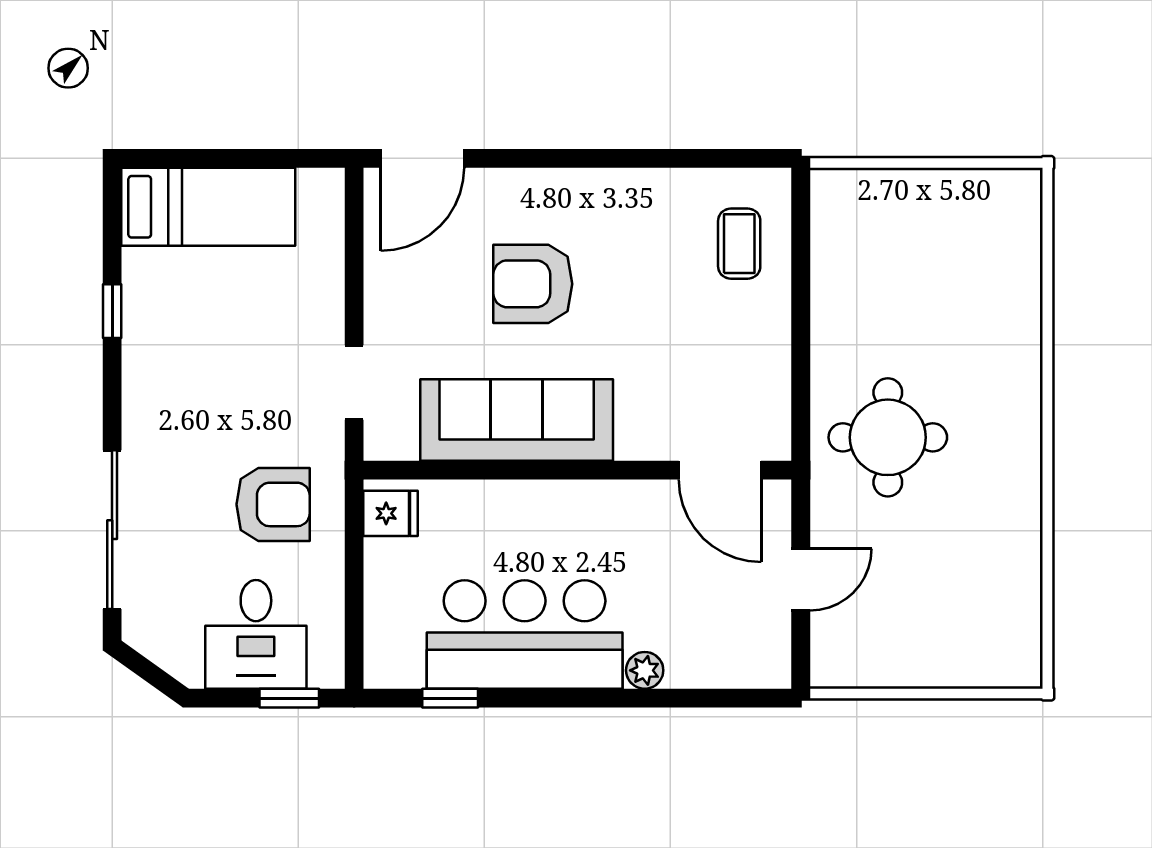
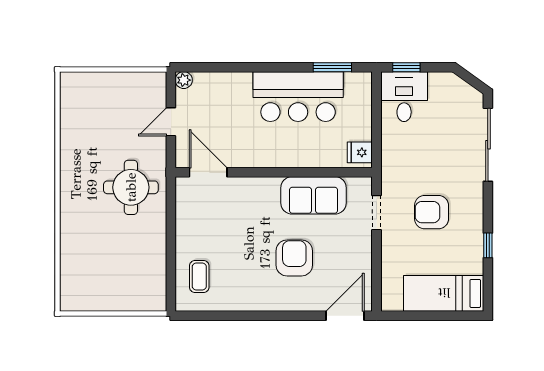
armchair: (533, 284) -> (294, 258), turned -90
sofa: (517, 420) -> (313, 195), width x0.73
armchair: (273, 504) -> (432, 212), moved
desk: (256, 634) -> (404, 97), moved
plant: (645, 670) -> (184, 80), moved
window: (450, 698) -> (332, 67), width x1.50

